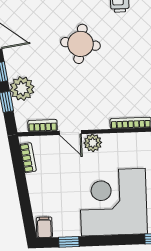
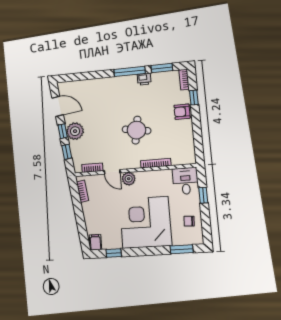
round table: (80, 44) -> (136, 130), moved
plant: (22, 88) -> (75, 131), moved

